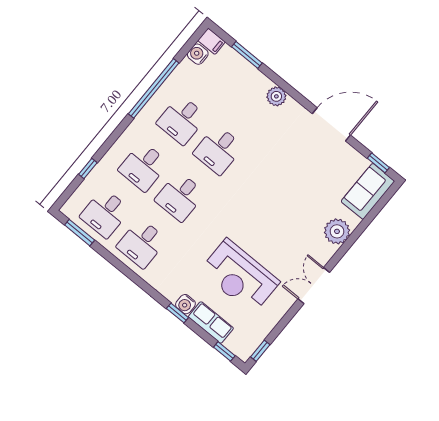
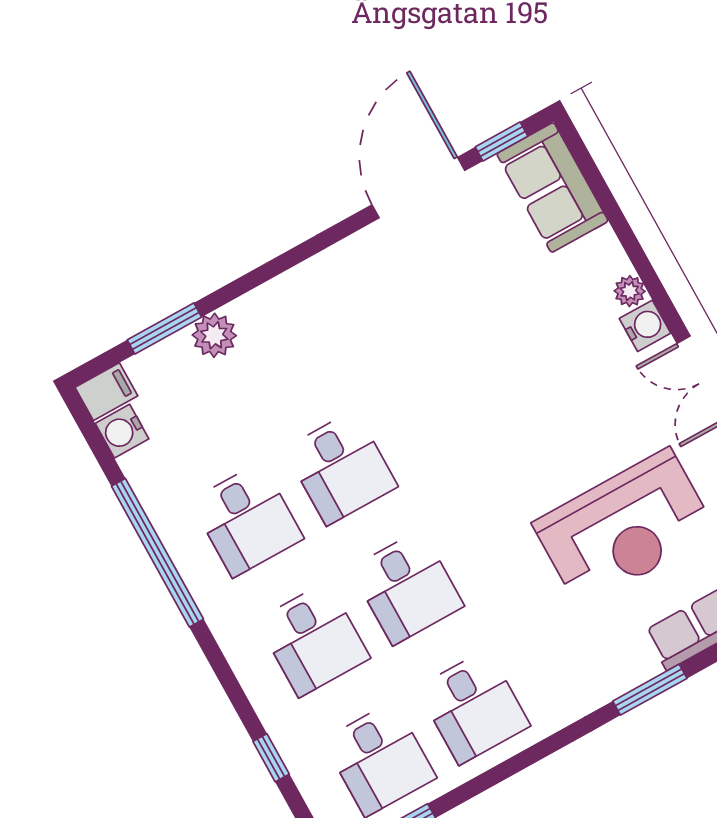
plant: (276, 96) -> (214, 335), moved
door: (331, 124) -> (418, 188), moved
plant: (337, 231) -> (630, 291), width x0.53, depth x0.53
water cooler: (185, 304) -> (645, 326), moved, turned -90
window: (177, 313) -> (650, 690), width x1.50

